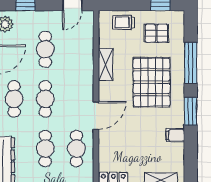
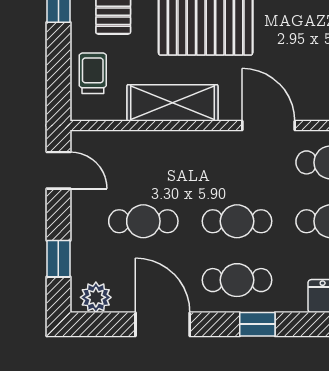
trolley: (124, 22) -> (93, 73), turned 180
shelving: (106, 65) -> (172, 103), width x1.50, depth x1.33

